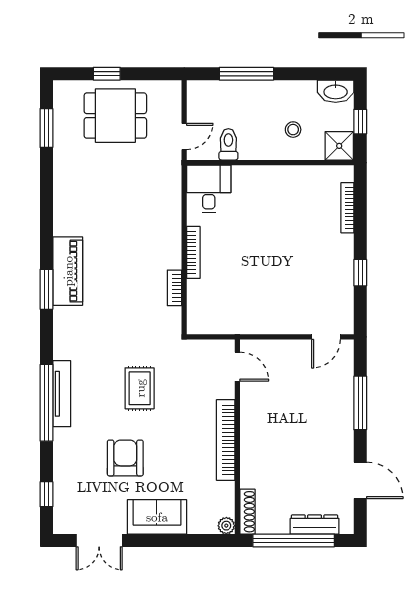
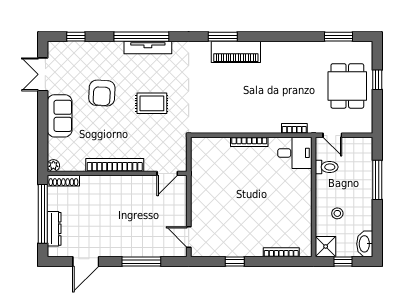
bookcase: (174, 288) -> (294, 128), moved
armchair: (125, 458) -> (102, 93), turned 93

